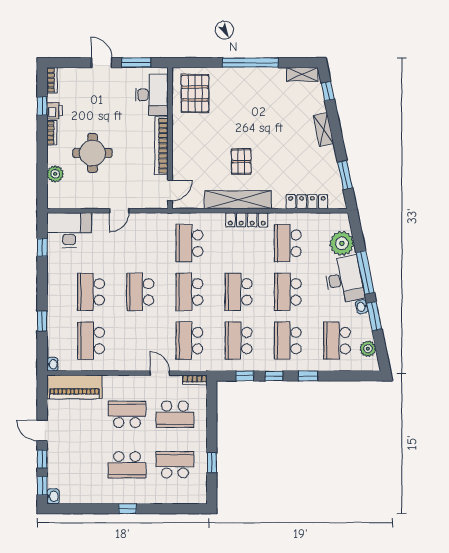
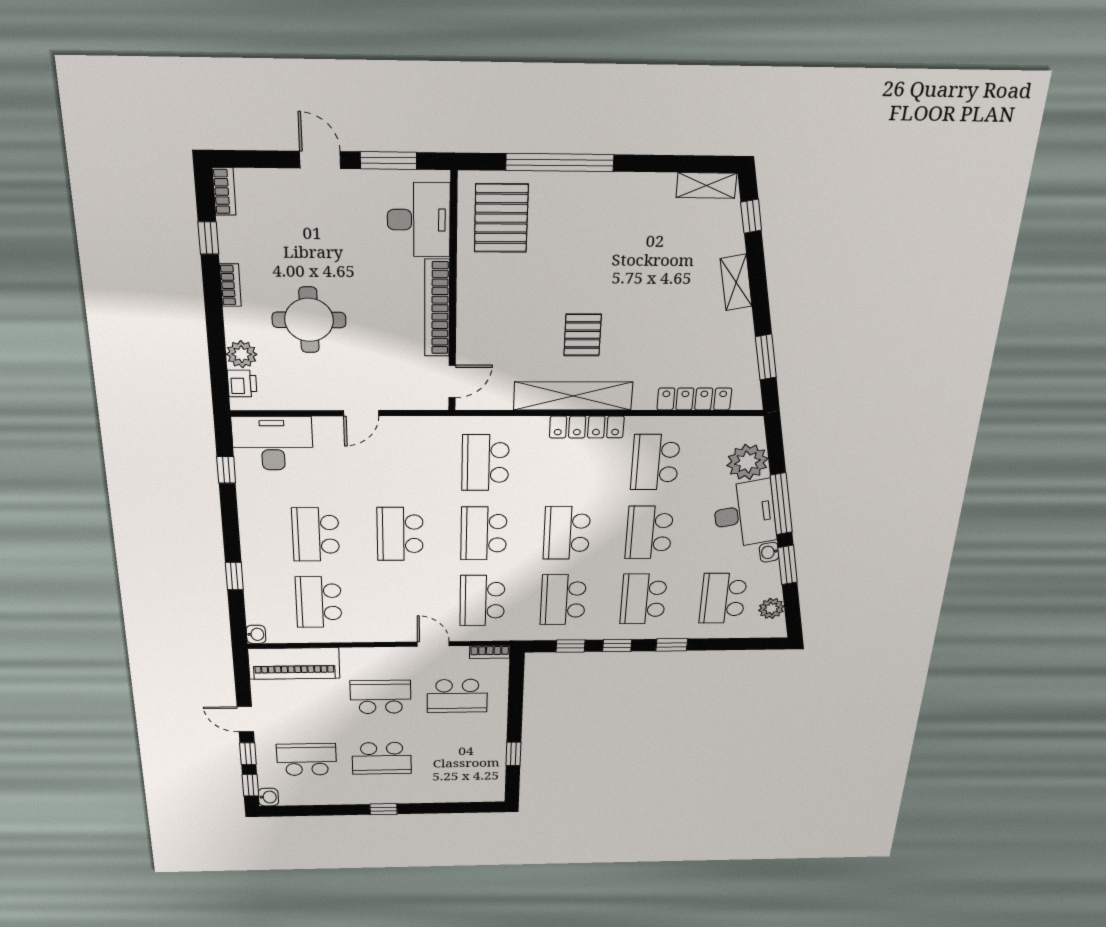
window: (250, 63) -> (560, 163), moved
printer: (54, 111) -> (242, 383), moved
school desk: (175, 465) -> (307, 759), moved

